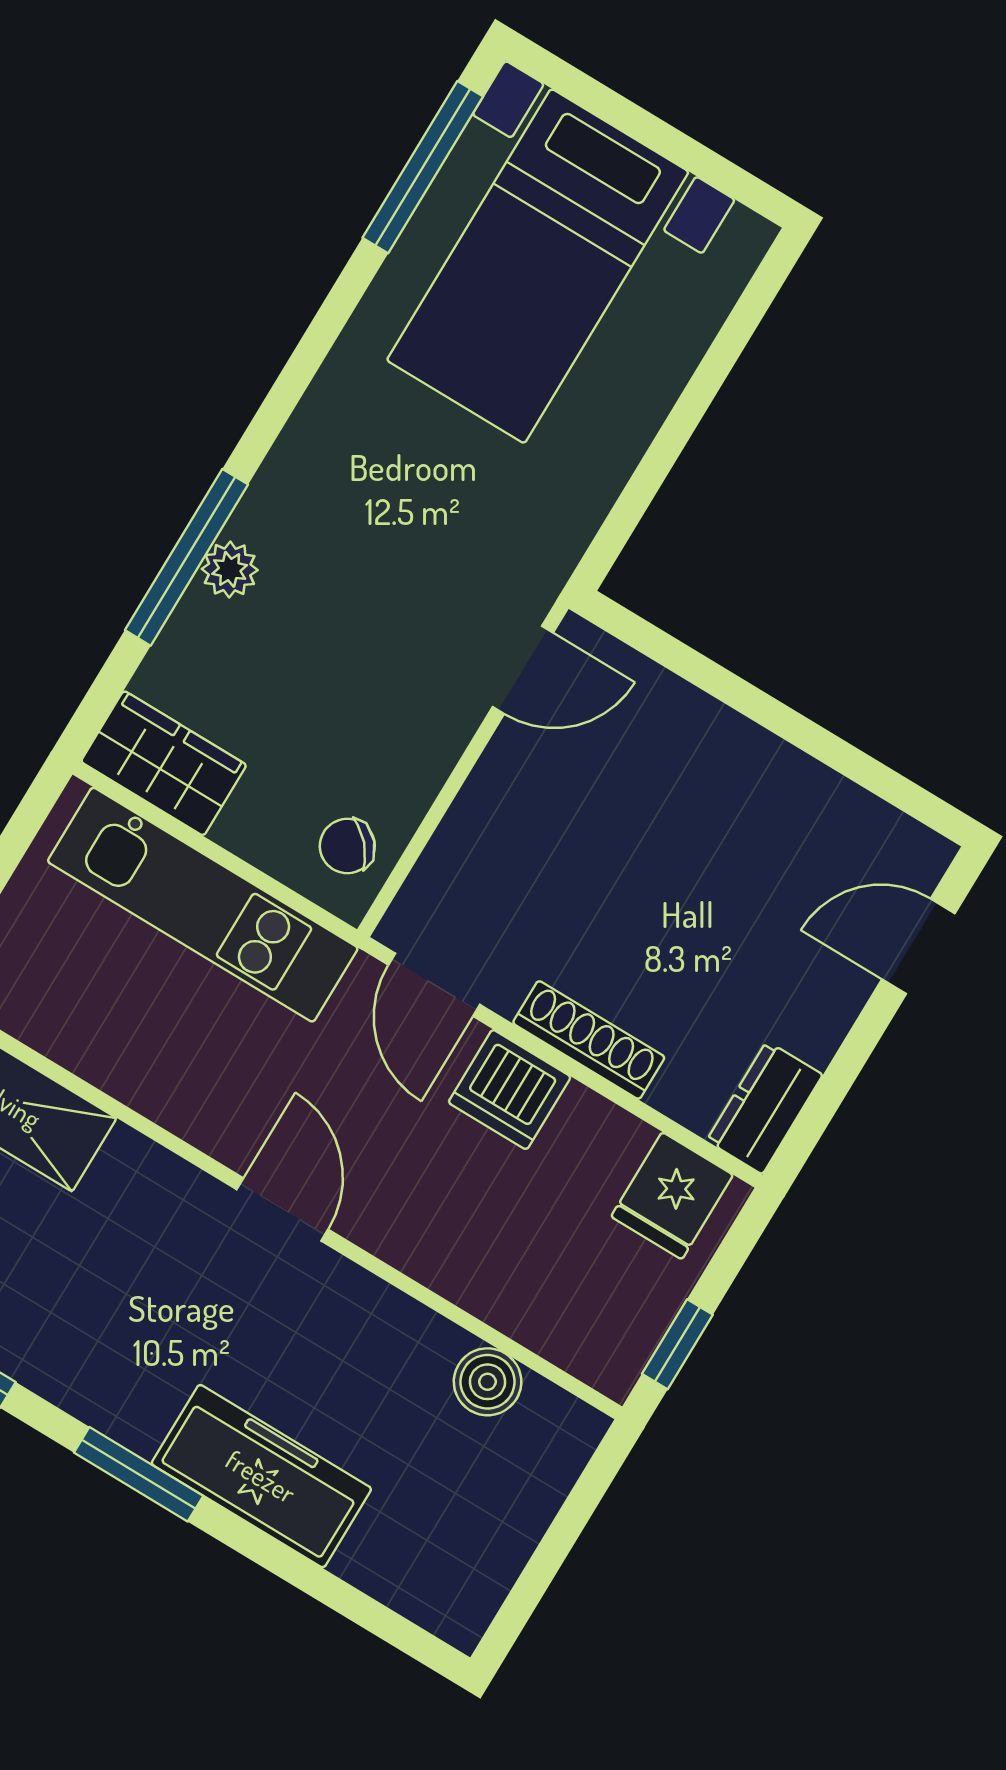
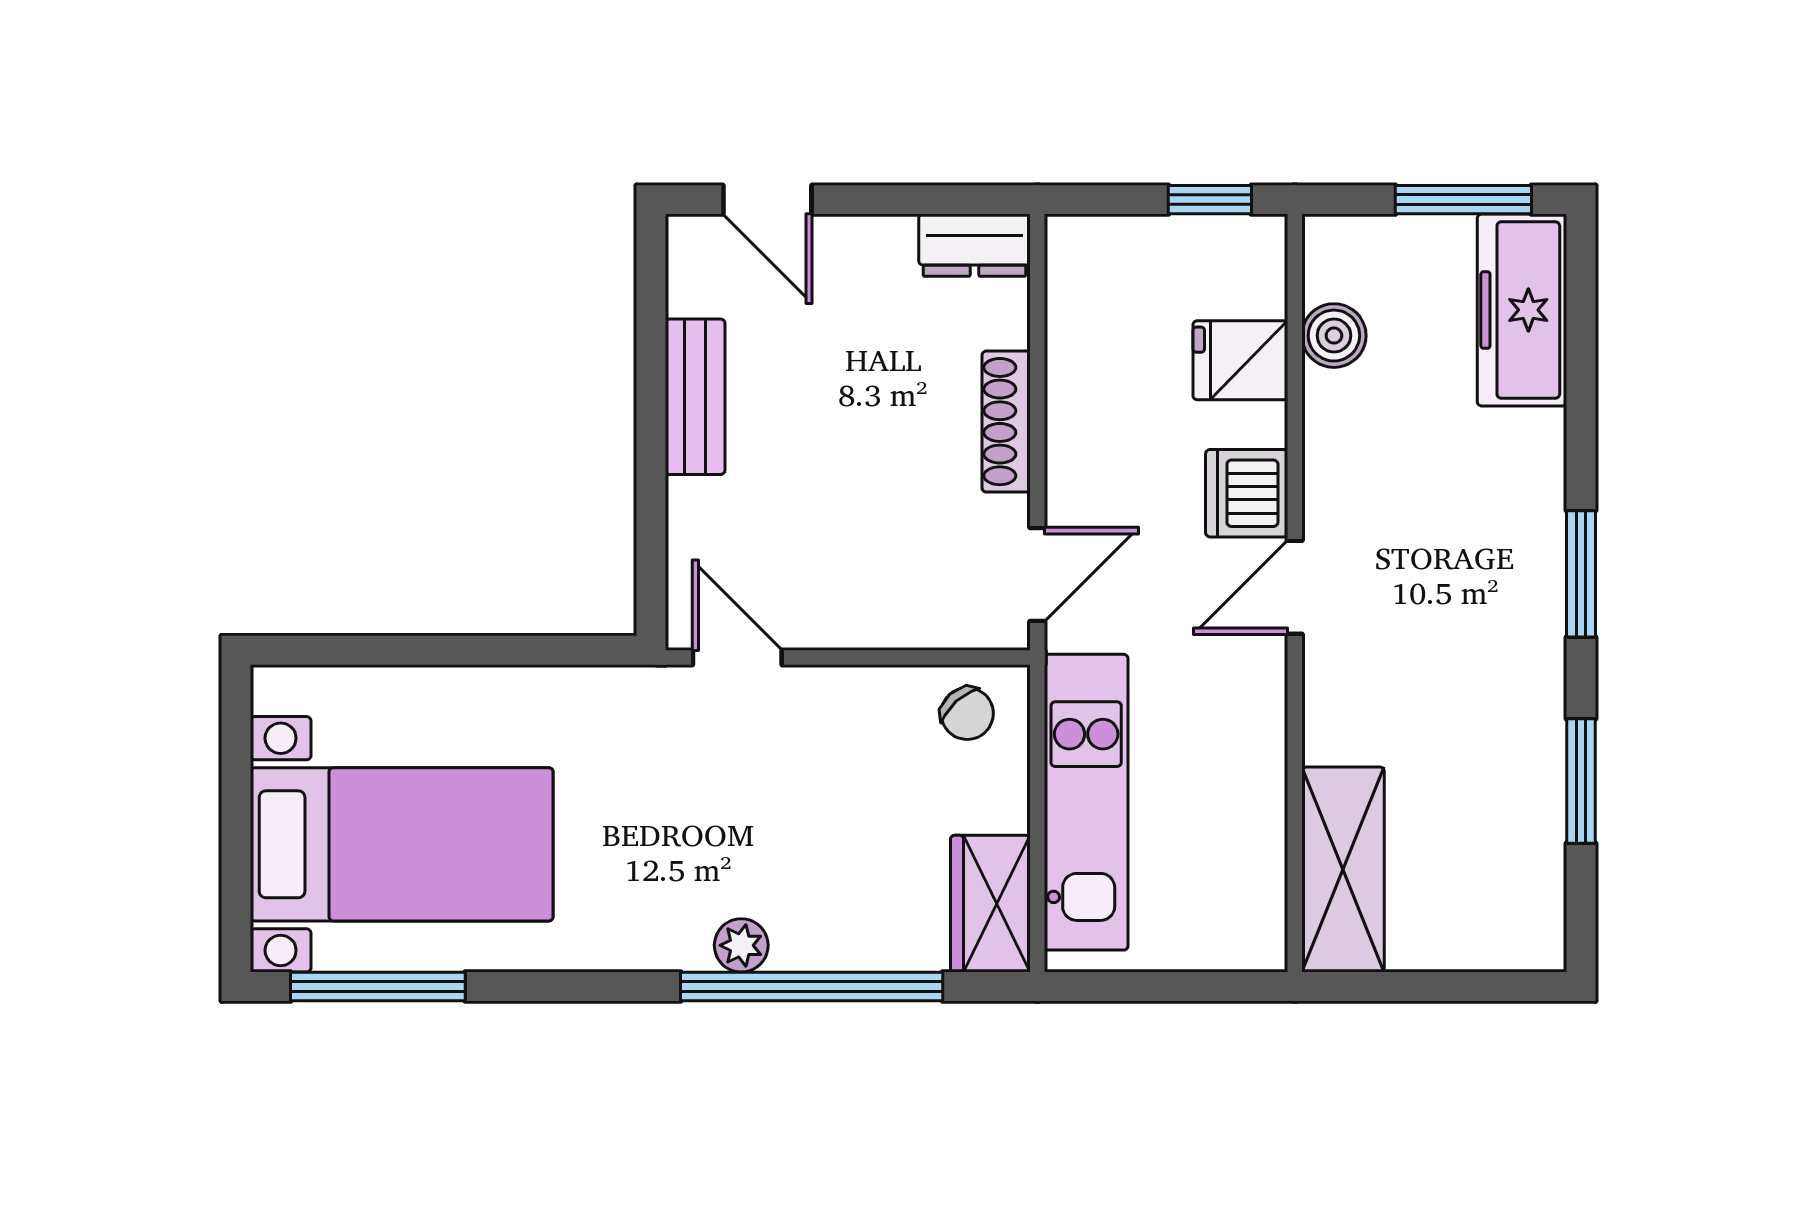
window: (186, 557) -> (812, 987), width x1.46
plant: (230, 569) -> (741, 945), moved
bench: (781, 774) -> (695, 397), added
dishwasher: (510, 1090) -> (1247, 493), moved, turned 180
fridge: (672, 1196) -> (1240, 360), moved, turned 180
freezer: (261, 1476) -> (1522, 310), moved
window: (539, 1572) -> (1463, 200), added

